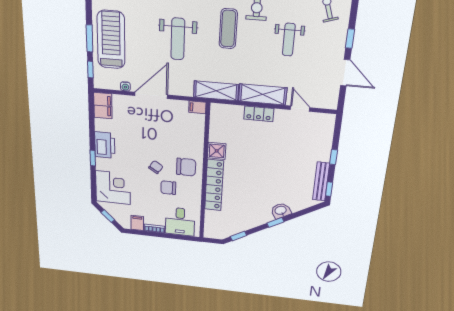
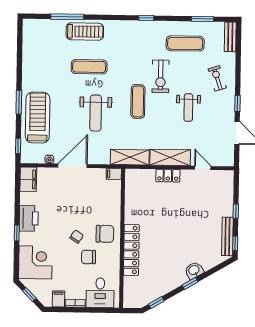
window: (90, 38) -> (19, 102), moved
shower: (217, 151) -> (132, 215), removed

